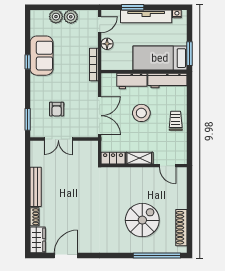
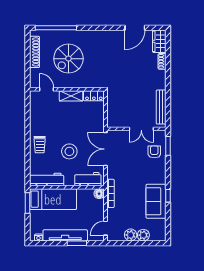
floor lamp: (107, 44) -> (99, 194), moved
workbench: (132, 81) -> (88, 179), moved
armchair: (57, 109) -> (154, 152), moved
double door: (58, 139) -> (141, 129), swing flipped
locker: (113, 158) -> (94, 96), moved
shelving: (139, 158) -> (71, 96), moved
wall: (144, 166) -> (67, 89), moved
door: (168, 166) -> (47, 89), moved
bench: (36, 187) -> (161, 107), moved

